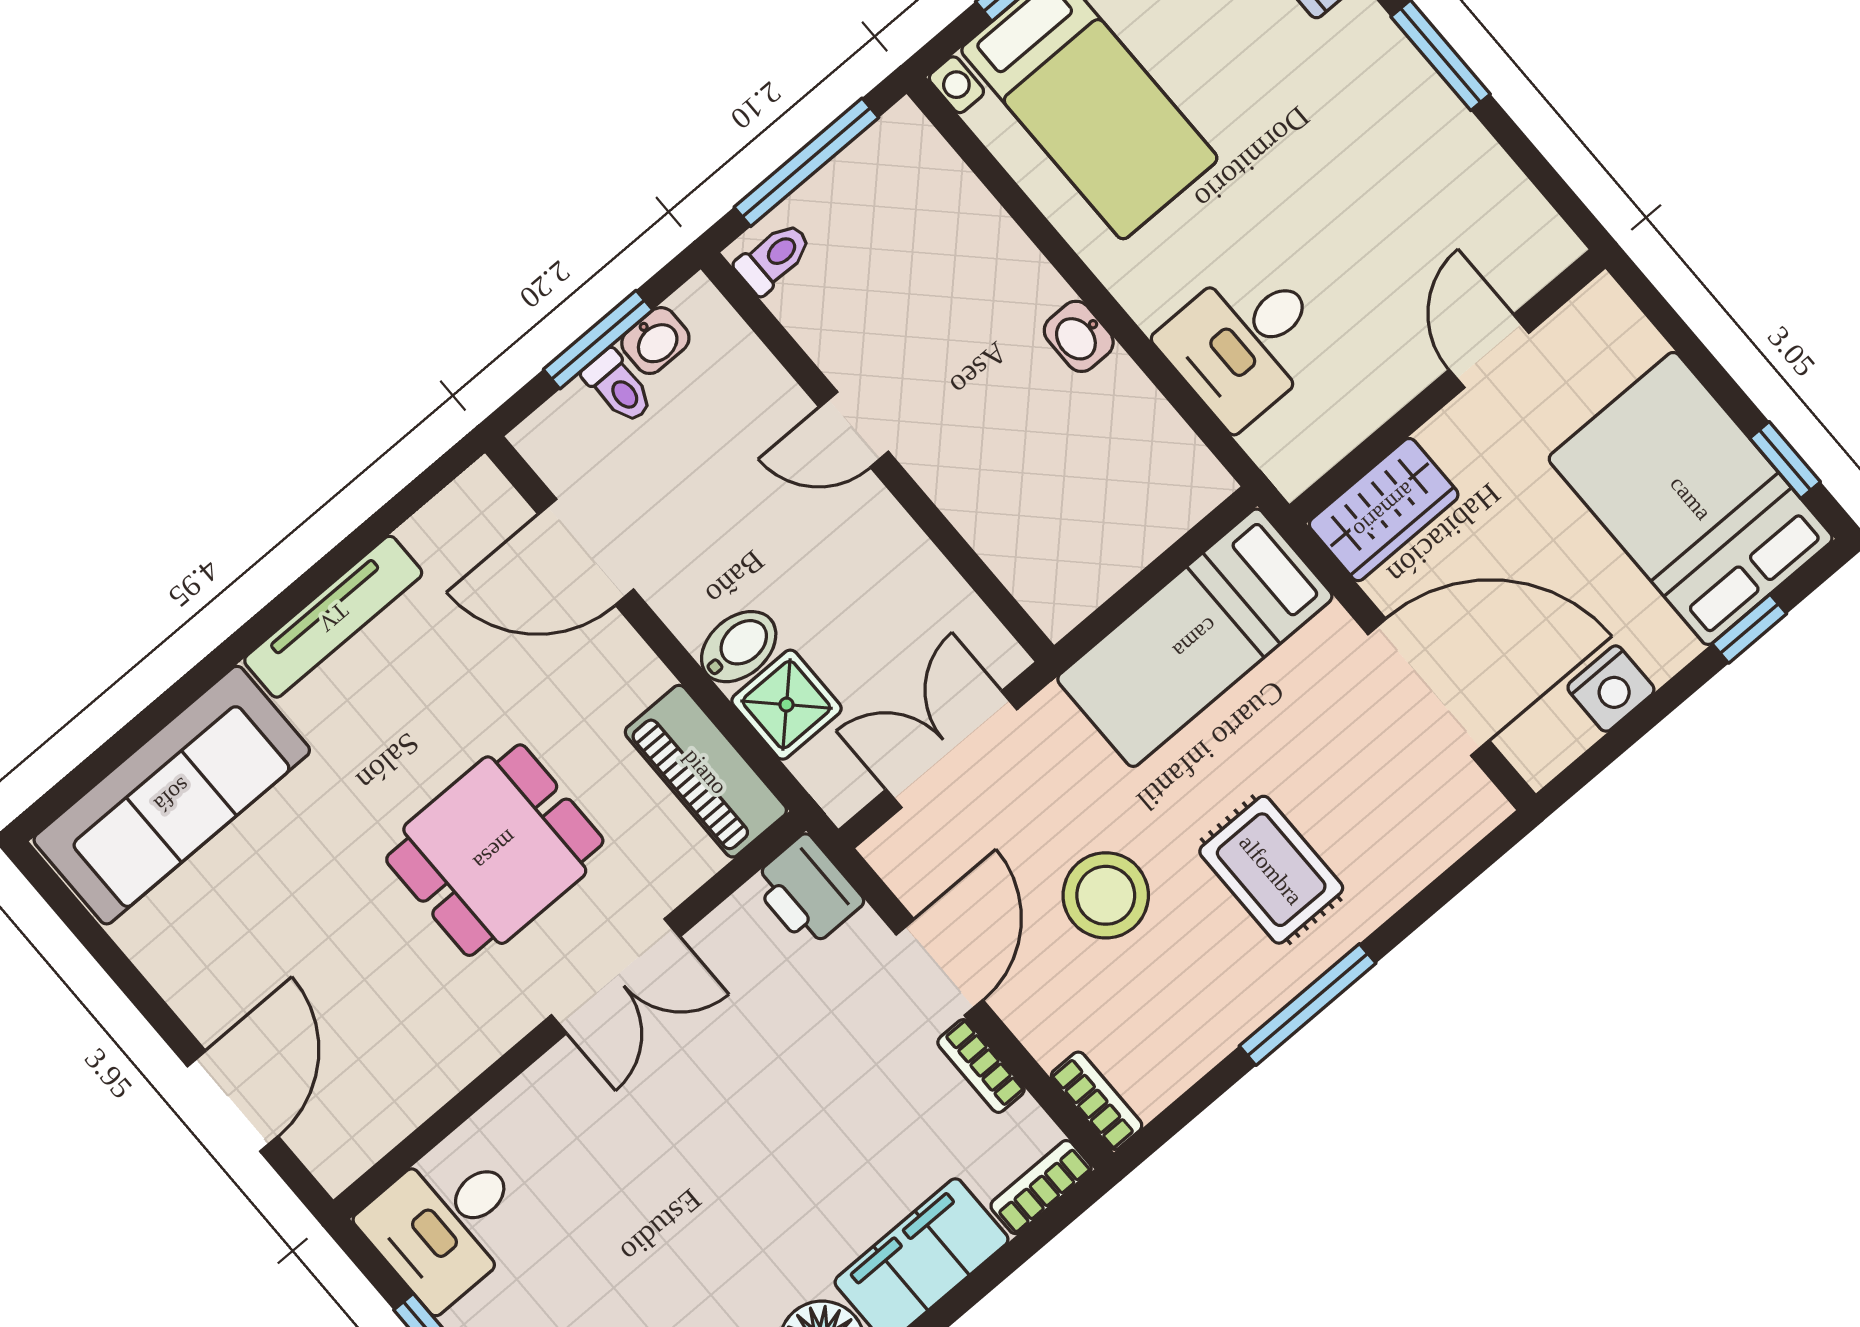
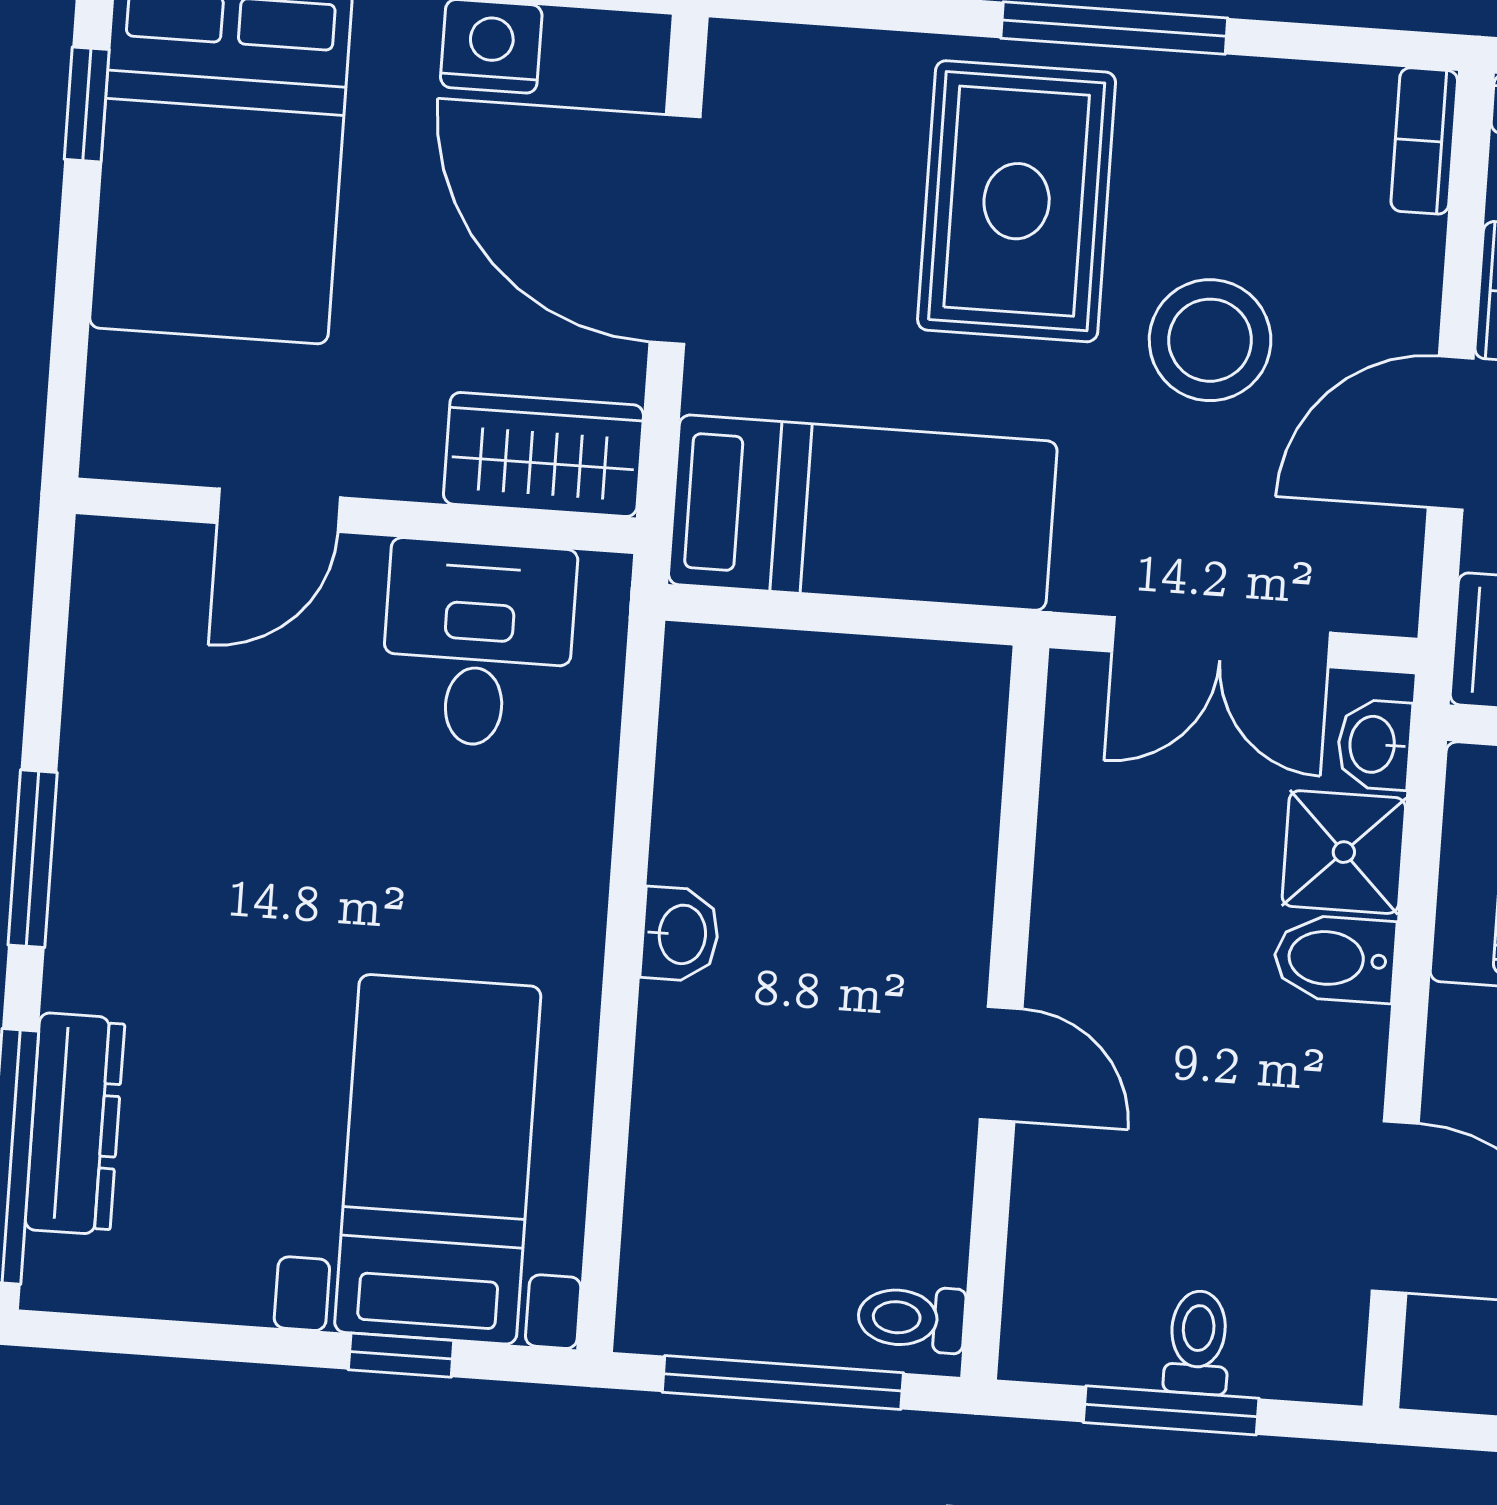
washbasin: (655, 341) -> (1374, 744), moved, turned -90
desk: (1245, 342) -> (478, 644), moved, turned -90
rug: (1271, 870) -> (1017, 201), width x1.36, depth x1.43

